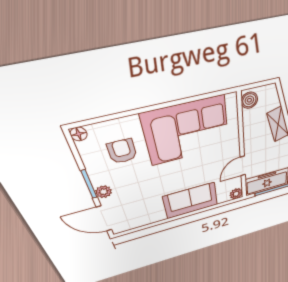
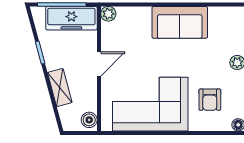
door: (243, 166) -> (99, 64), moved
sofa: (191, 201) -> (180, 22), moved

